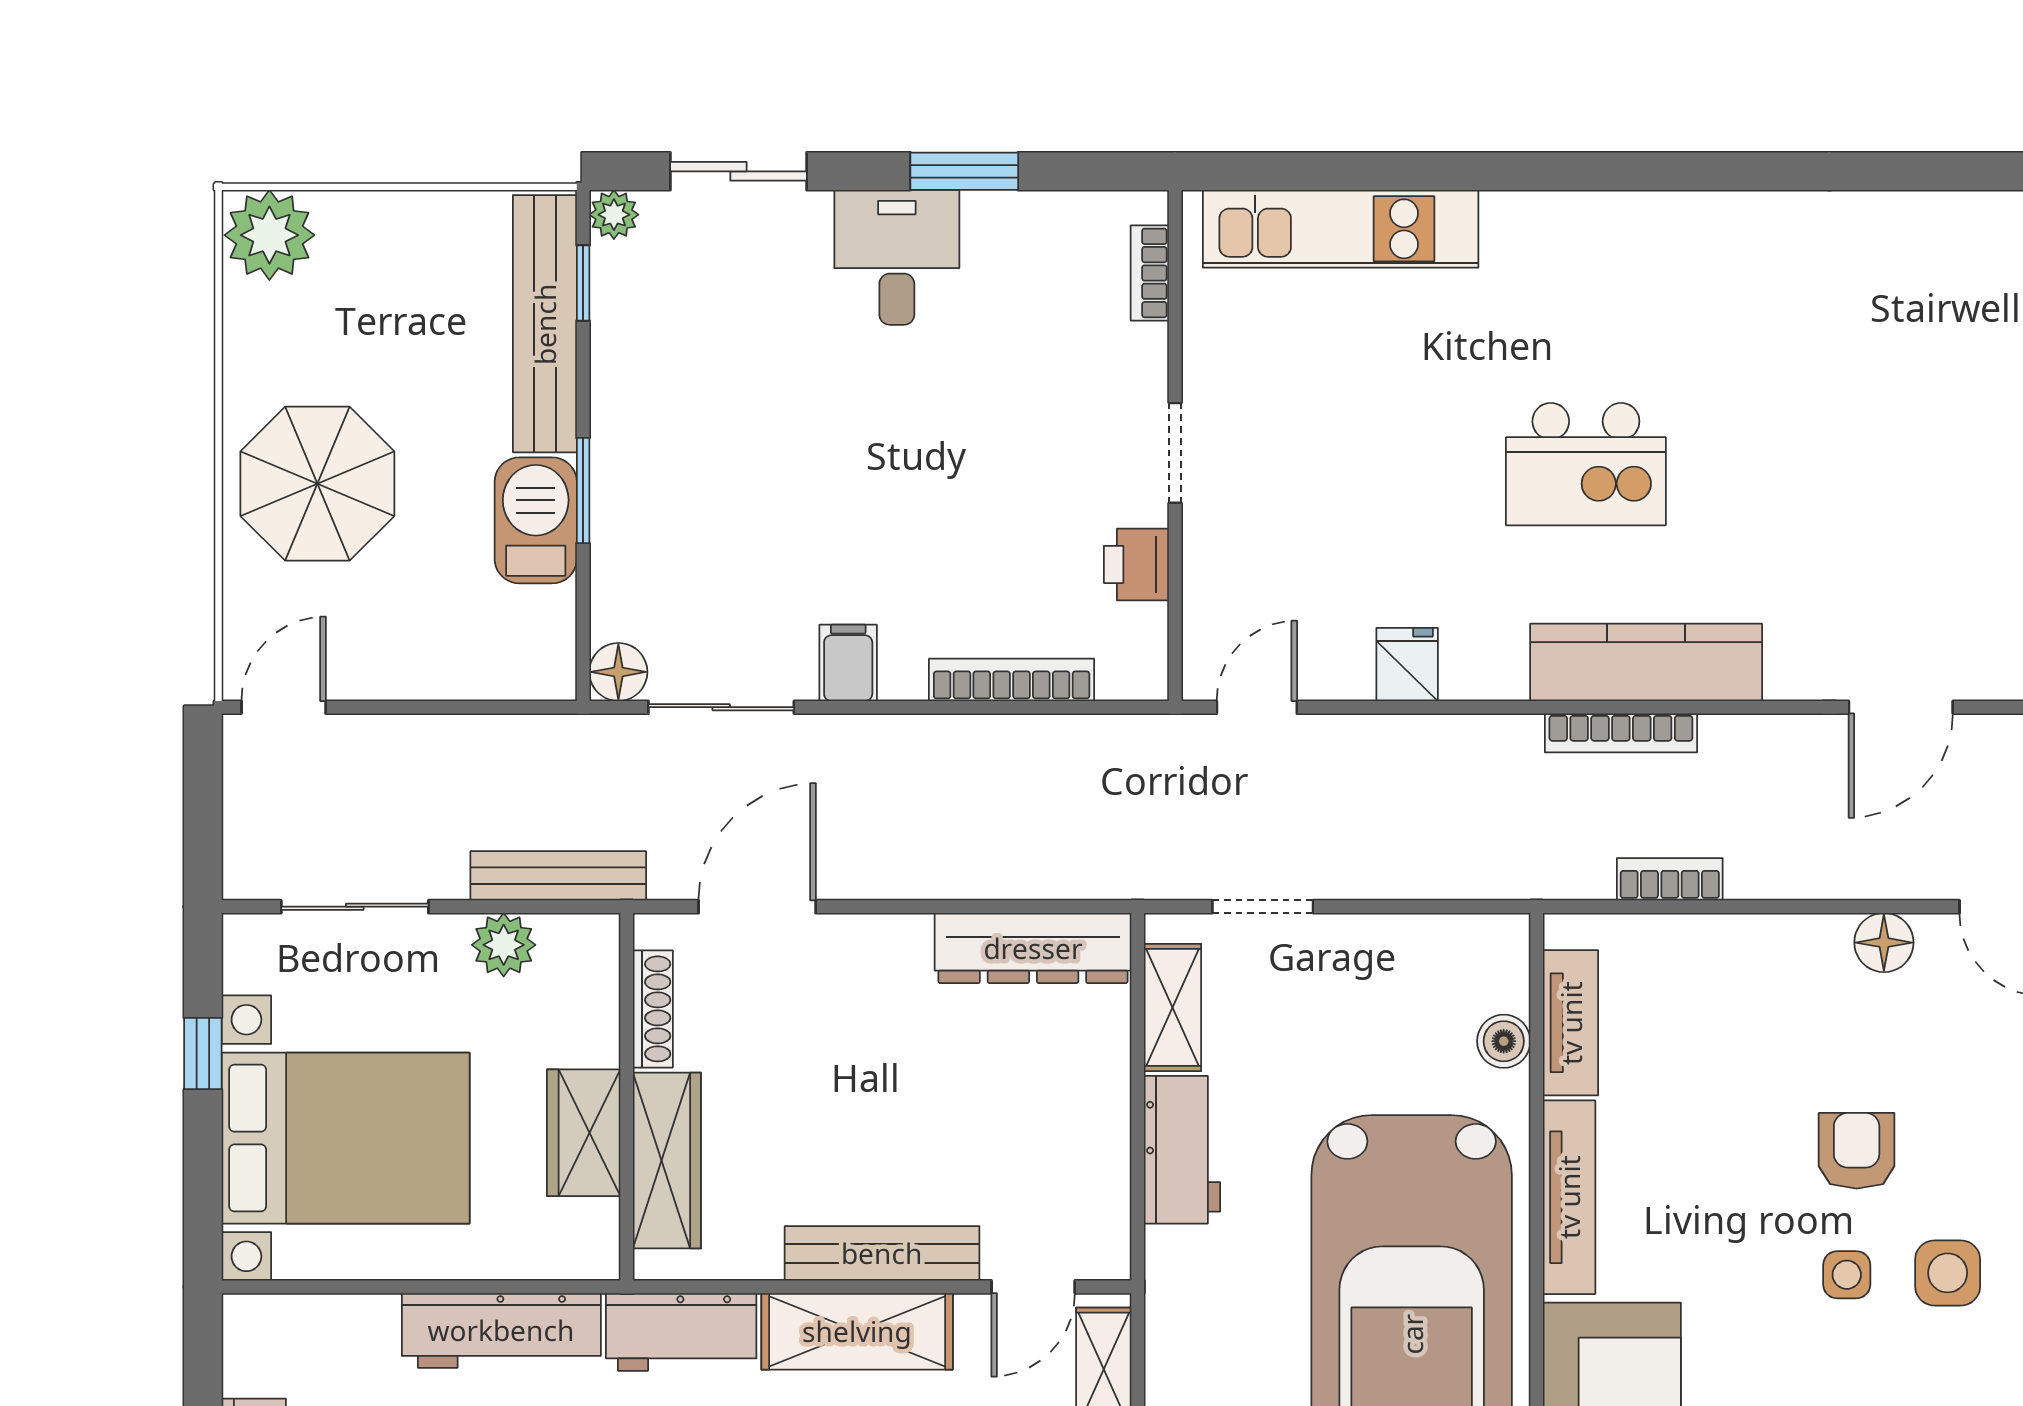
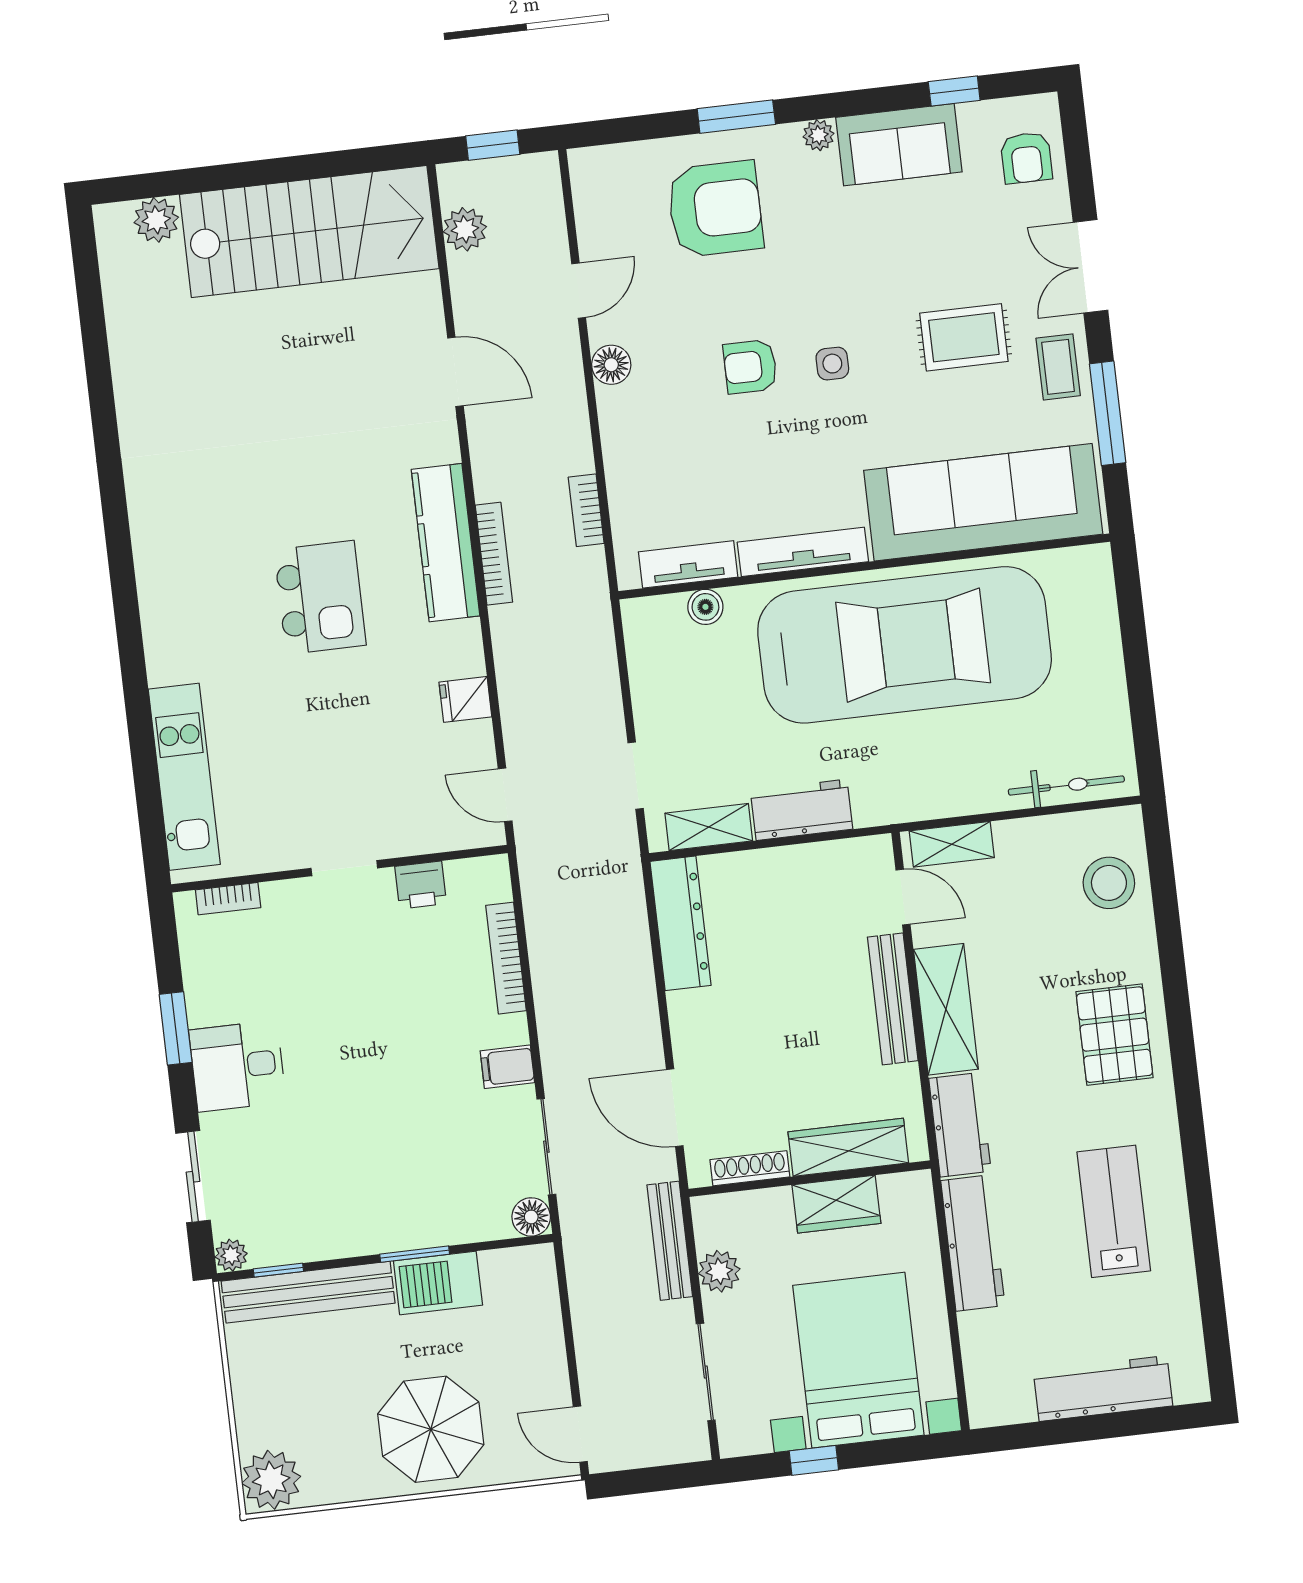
side table: (1948, 1273) -> (823, 297), removed

